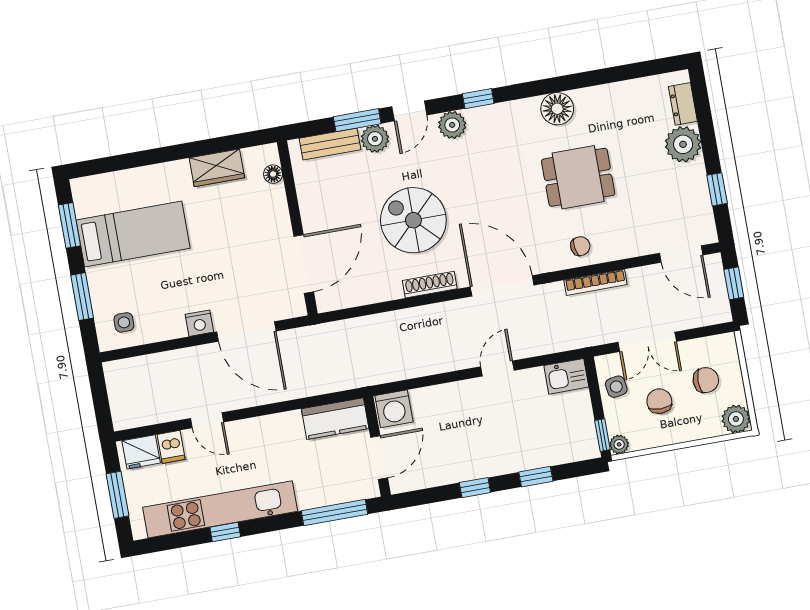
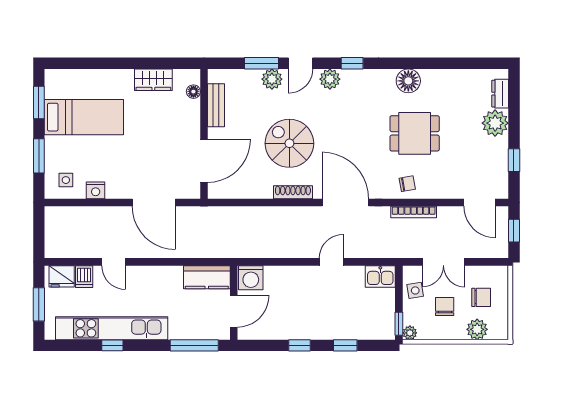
bench: (330, 144) -> (216, 105), moved, turned 90
nightstand: (199, 323) -> (96, 190), moved
plant: (736, 419) -> (477, 329), moved

